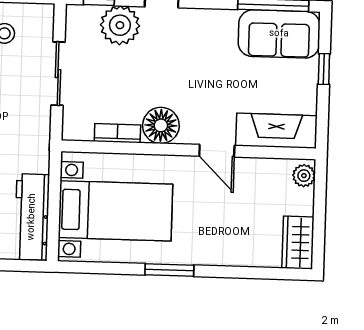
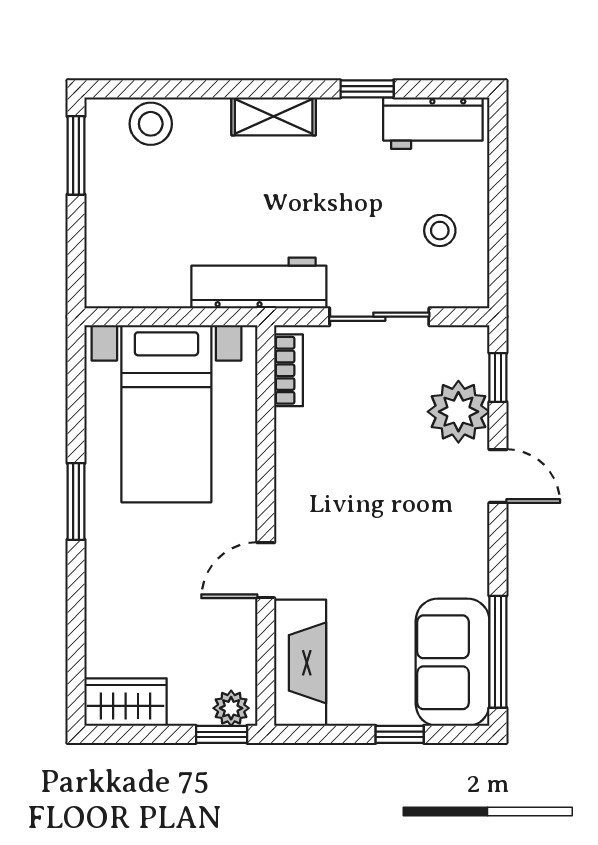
floor lamp: (161, 125) -> (303, 481), removed
bookcase: (117, 133) -> (289, 370), moved
window: (320, 182) -> (222, 734), added
workbench: (32, 217) -> (259, 283), moved

